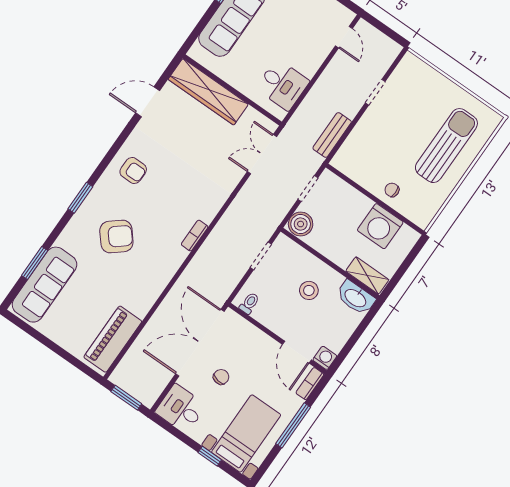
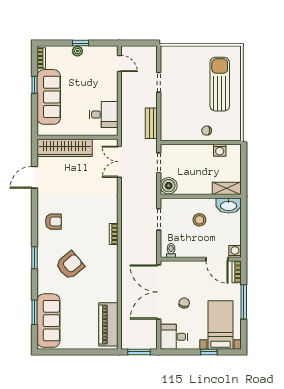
washing machine: (380, 226) -> (220, 150), width x0.53, depth x0.53

